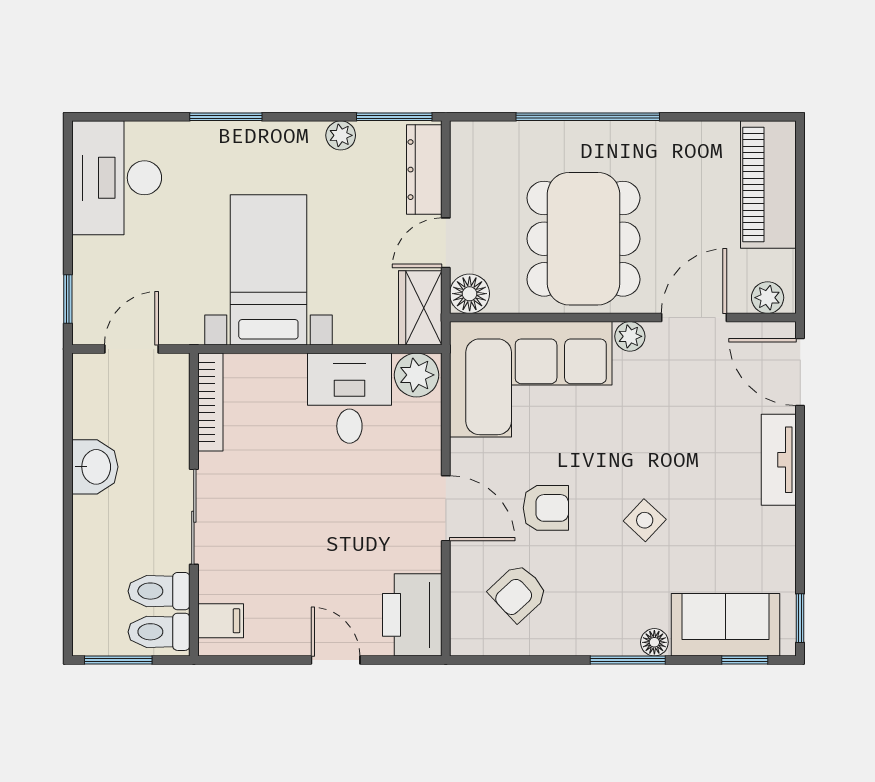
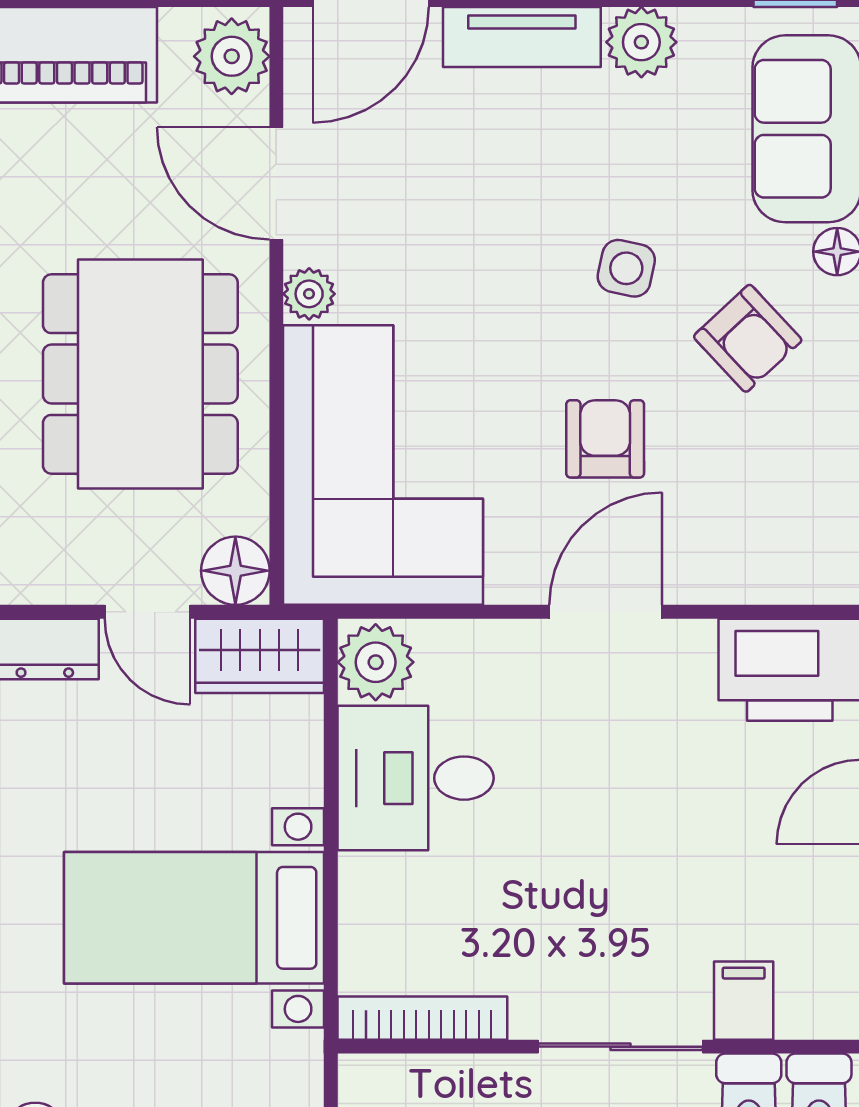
dining table: (583, 239) -> (140, 374), turned 90
plant: (768, 298) -> (232, 56), width x1.38, depth x1.38
side table: (645, 520) -> (626, 268), turned -31
plant: (776, 529) -> (641, 42), added
armchair: (518, 593) -> (748, 338), moved
filing cabinet: (221, 621) -> (744, 1001), moved

